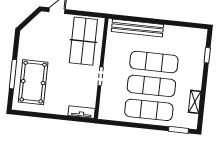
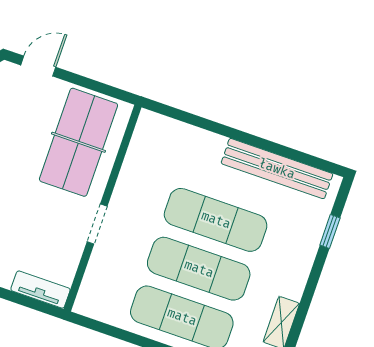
bench: (137, 28) -> (277, 169), moved

